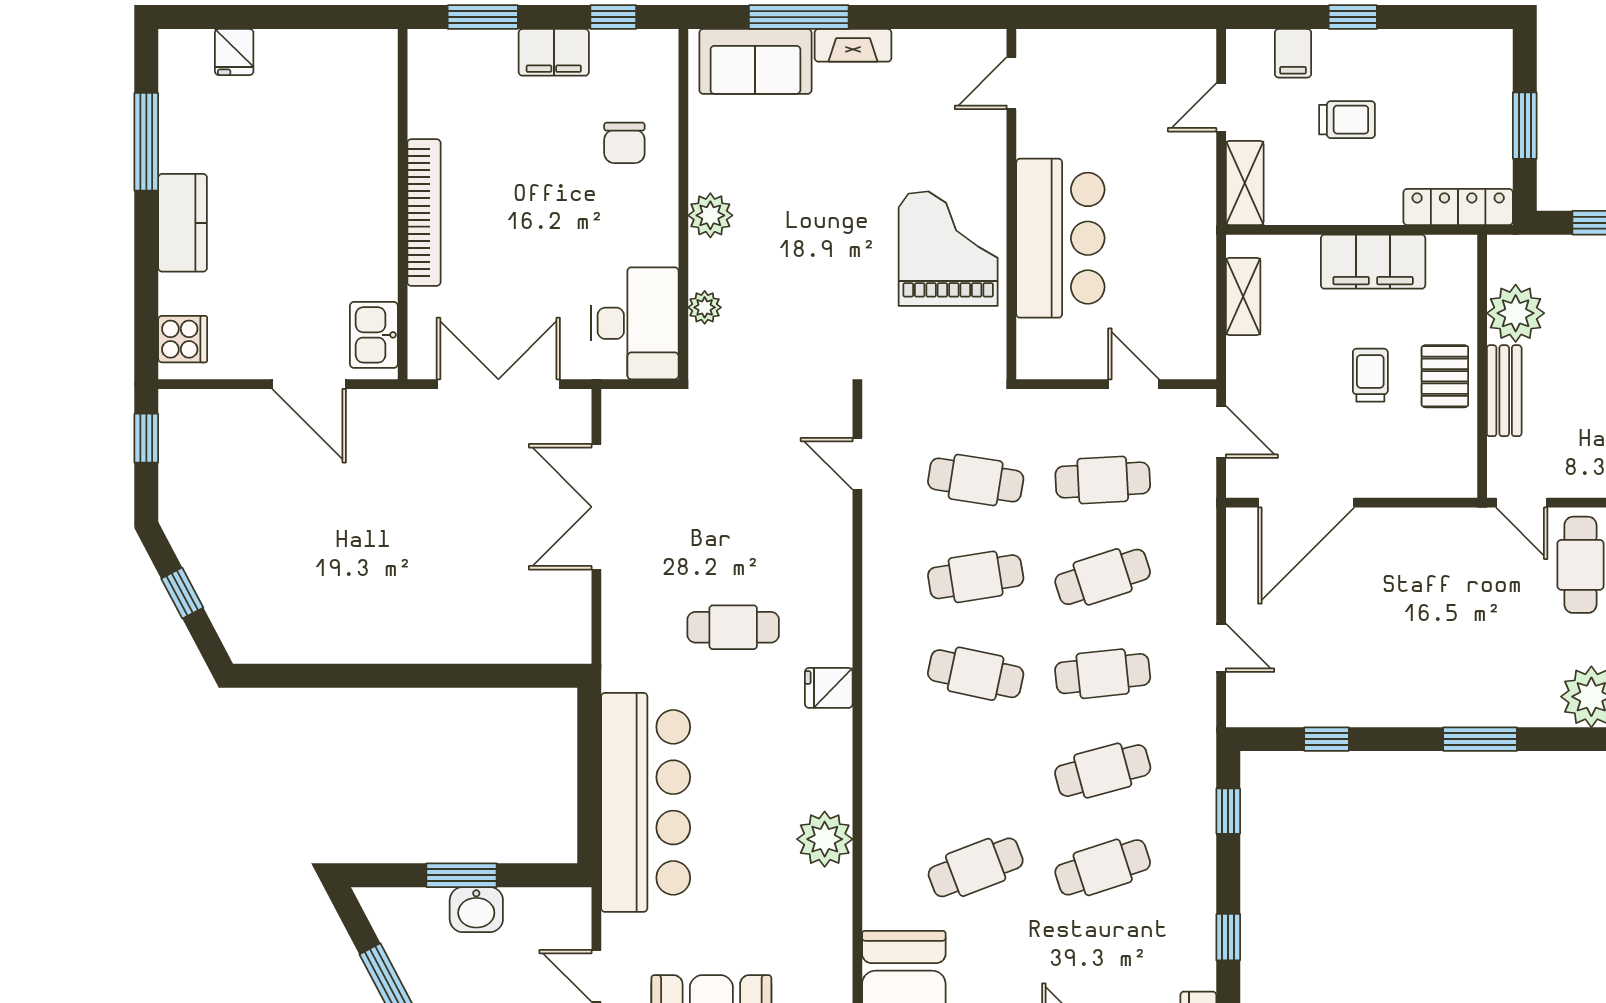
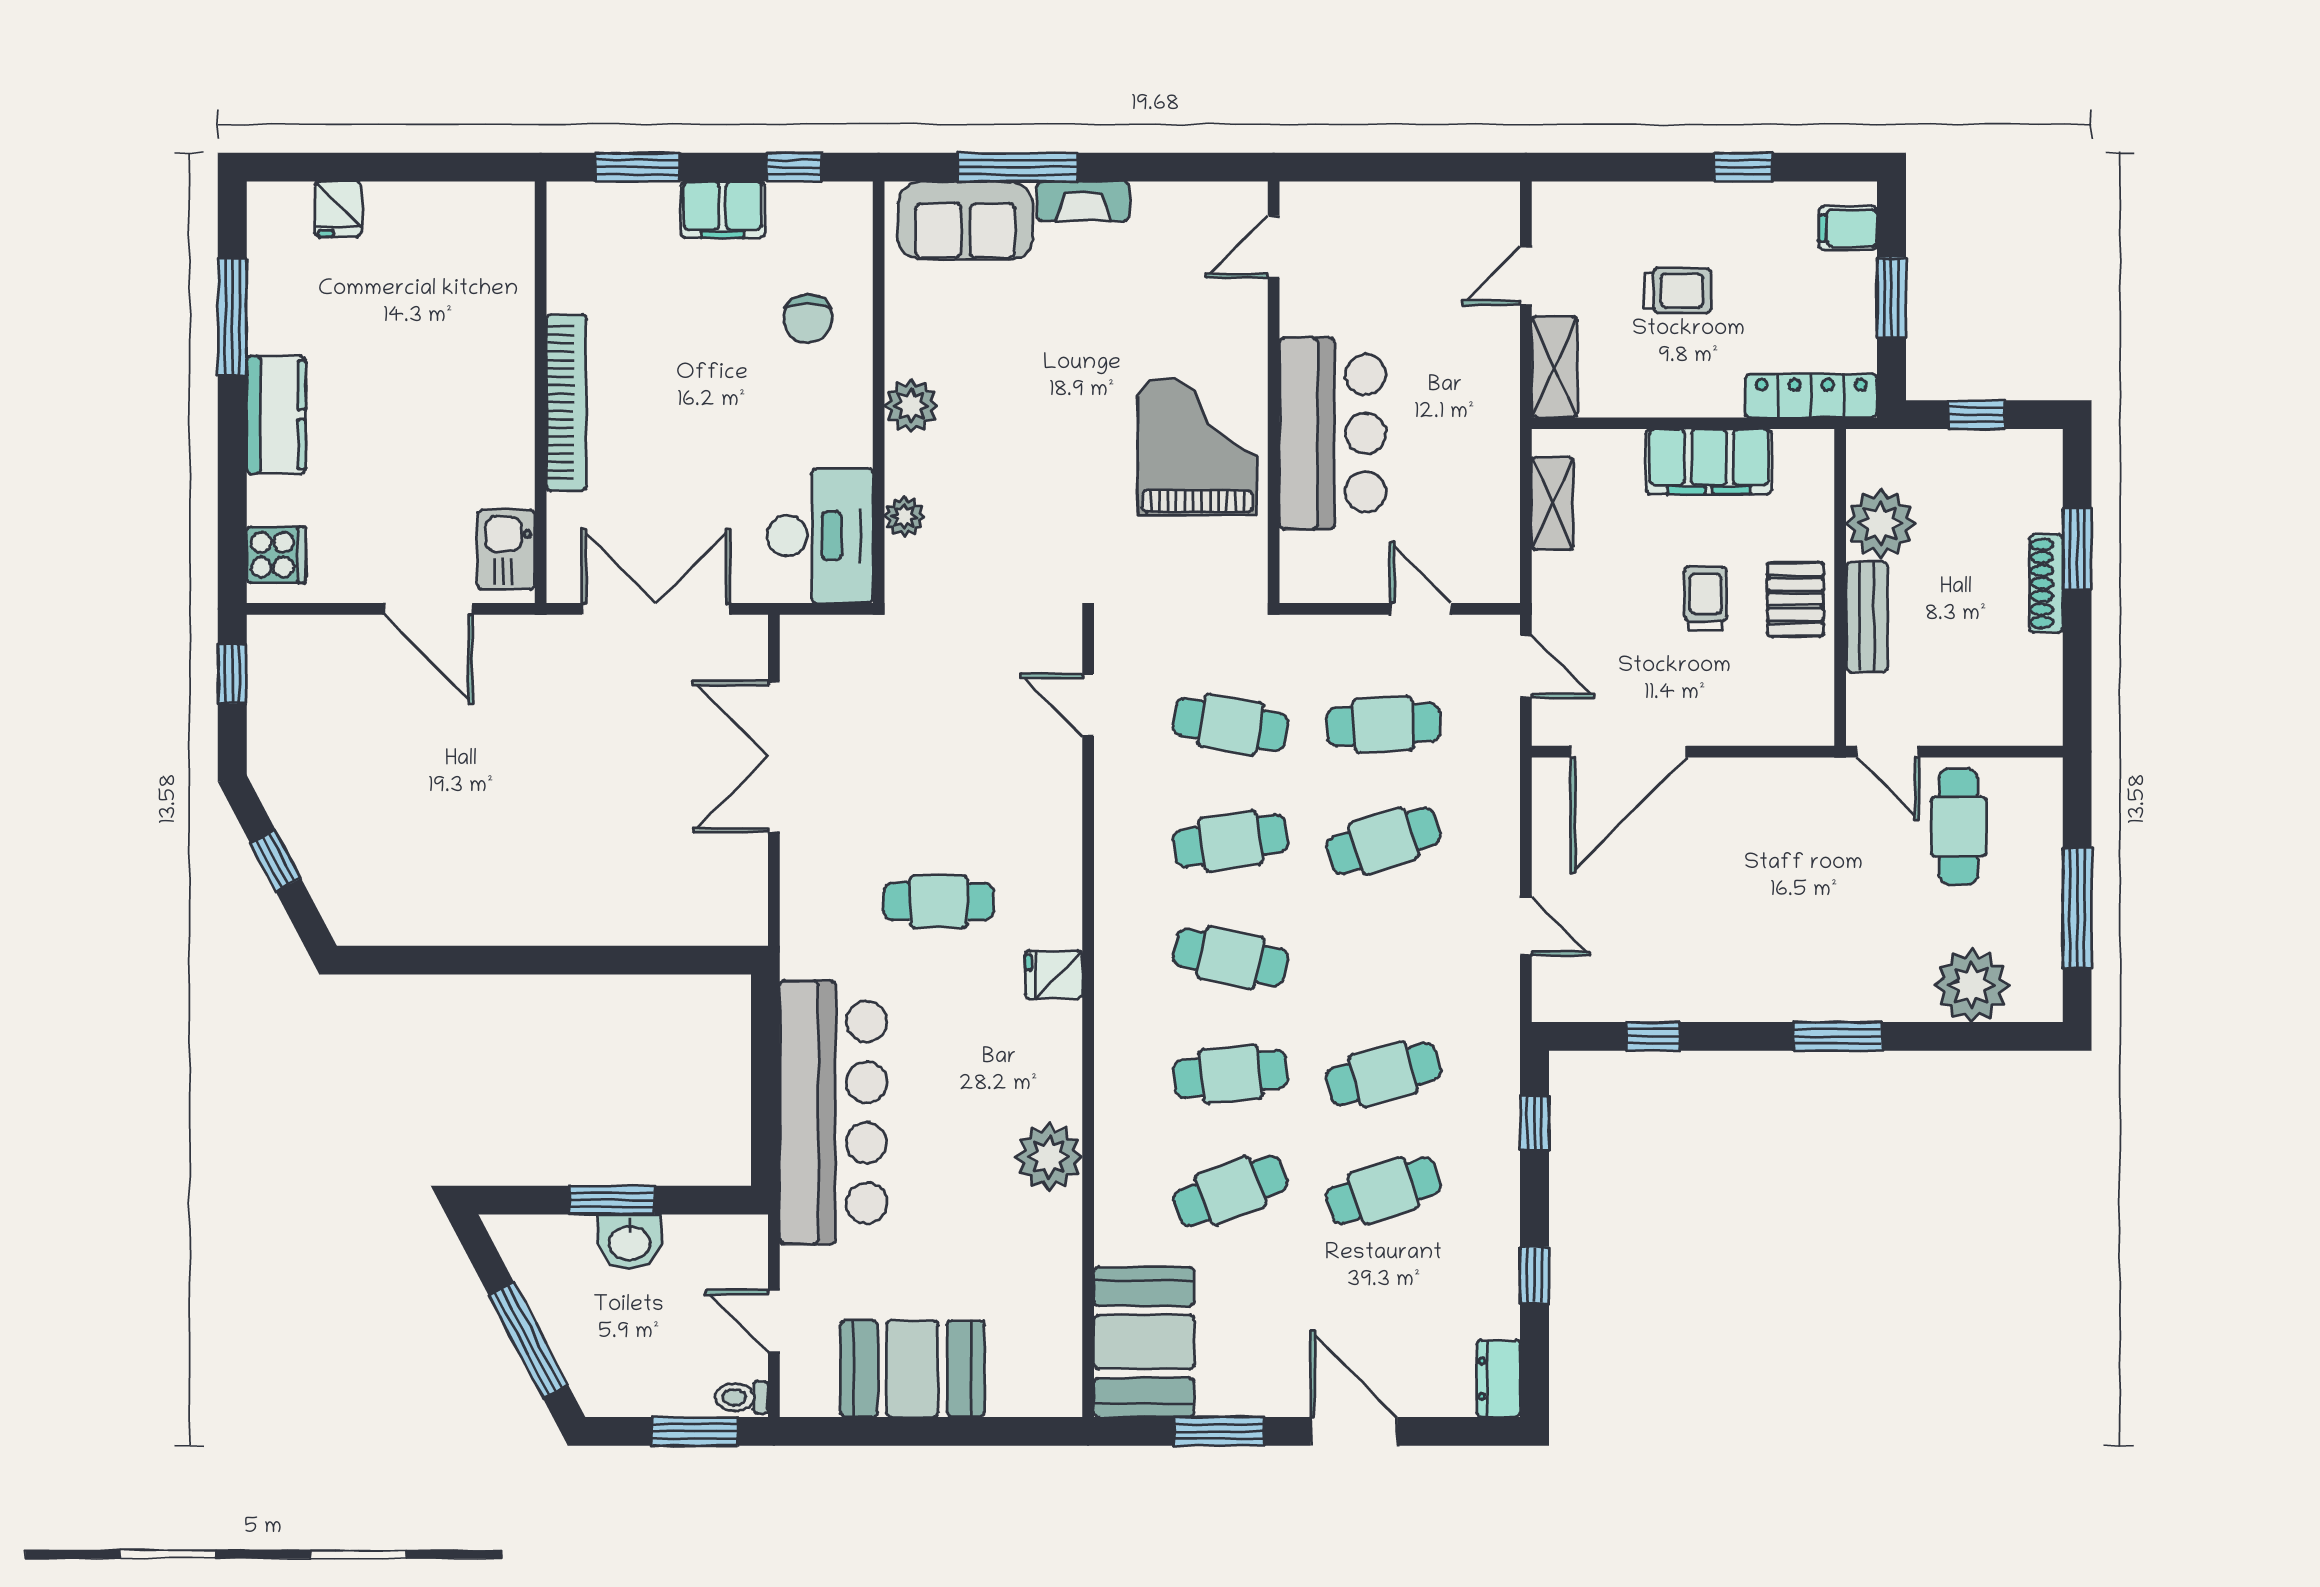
window: (1353, 17) -> (1743, 167), moved
filing cabinet: (1293, 53) -> (1848, 228), moved, turned 90
cafe table: (1103, 674) -> (1231, 1074), moved

